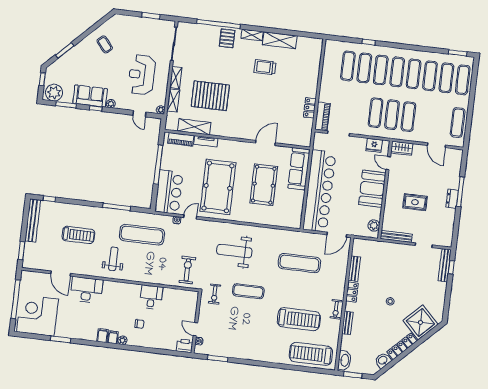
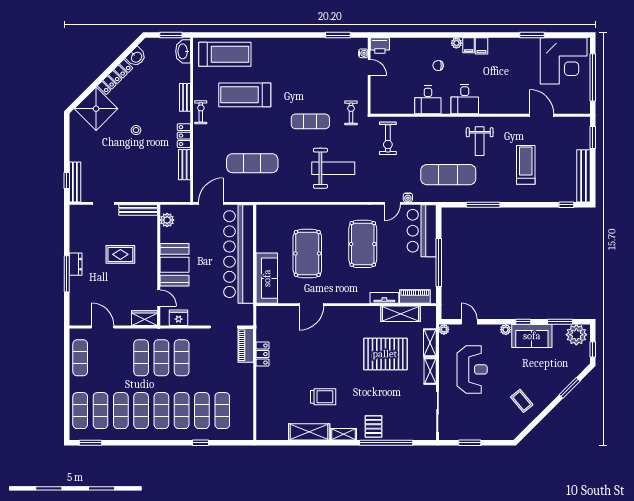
pool table: (218, 187) -> (363, 244), width x0.73, depth x0.76
treadmill: (78, 235) -> (526, 165), turned 90
desk: (86, 290) -> (465, 99), moved, width x0.73

